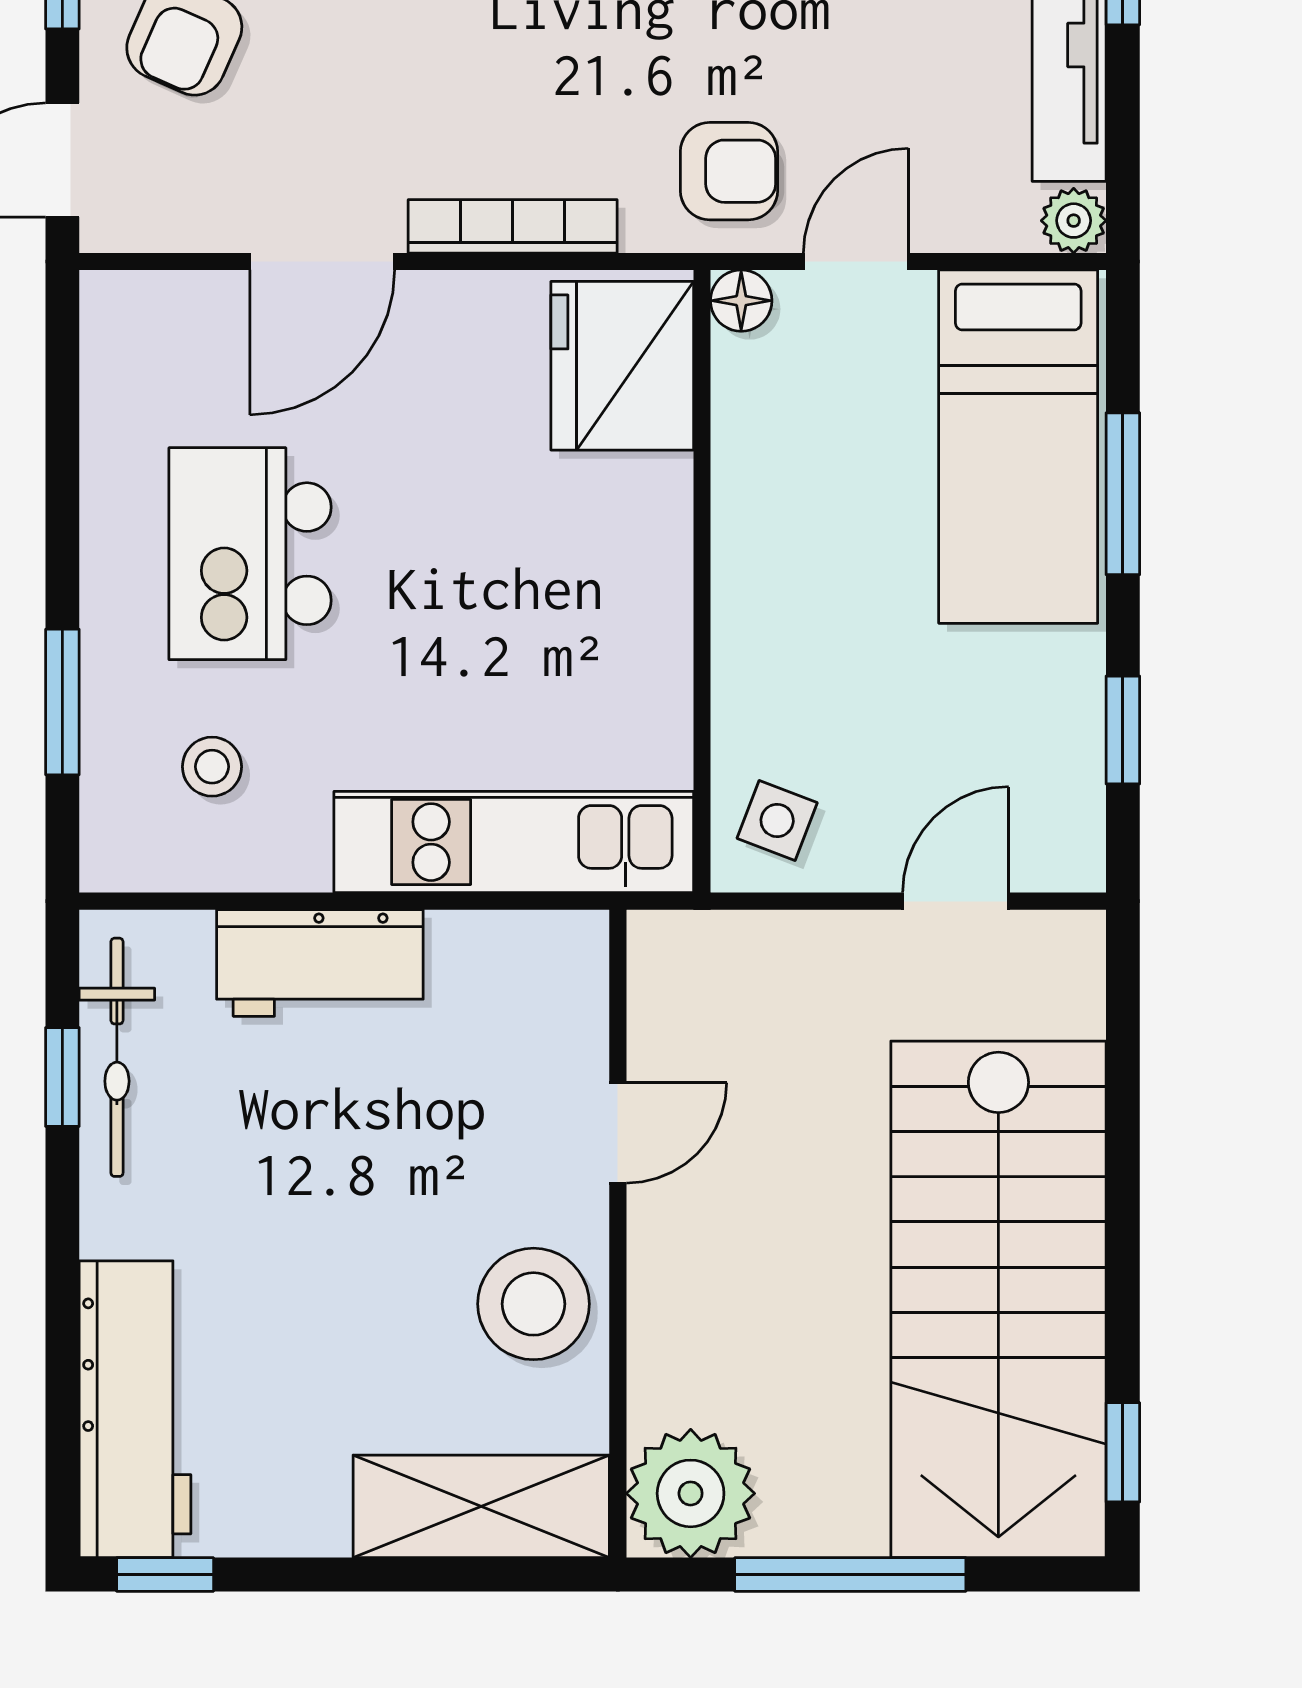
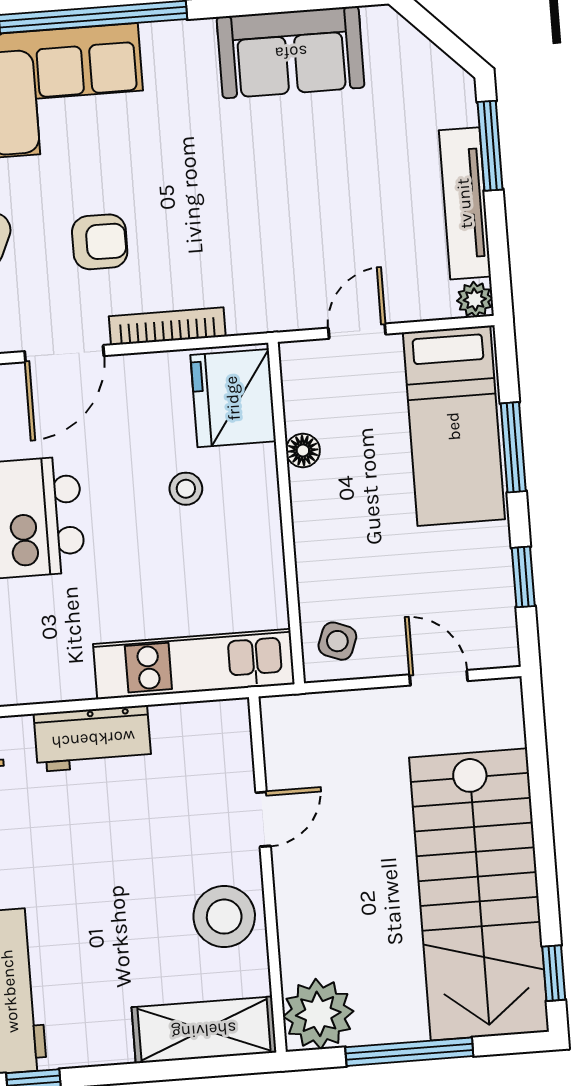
armchair: (729, 171) -> (100, 242), moved
floor lamp: (741, 301) -> (303, 450), moved
stool: (212, 767) -> (186, 489), moved
door: (956, 901) -> (439, 678), hinge flipped

